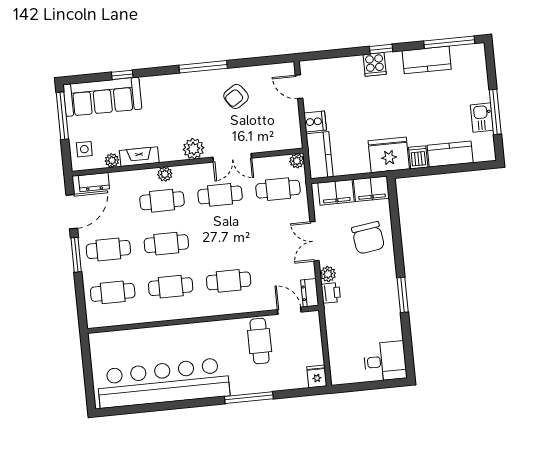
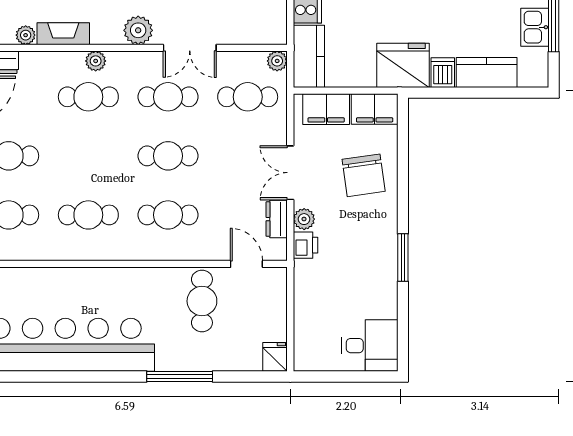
cafe table: (166, 244) -> (168, 156), moved
dresser: (310, 293) -> (277, 219), moved

